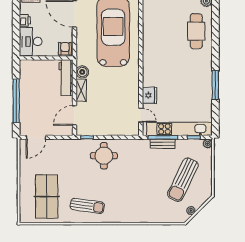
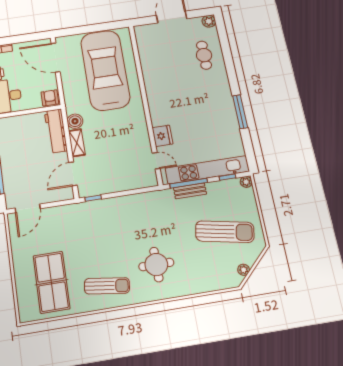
cafe table: (196, 31) -> (204, 55), width x0.73, depth x0.74
round table: (104, 156) -> (156, 265), moved
sun lounger: (183, 180) -> (225, 232), turned -105

